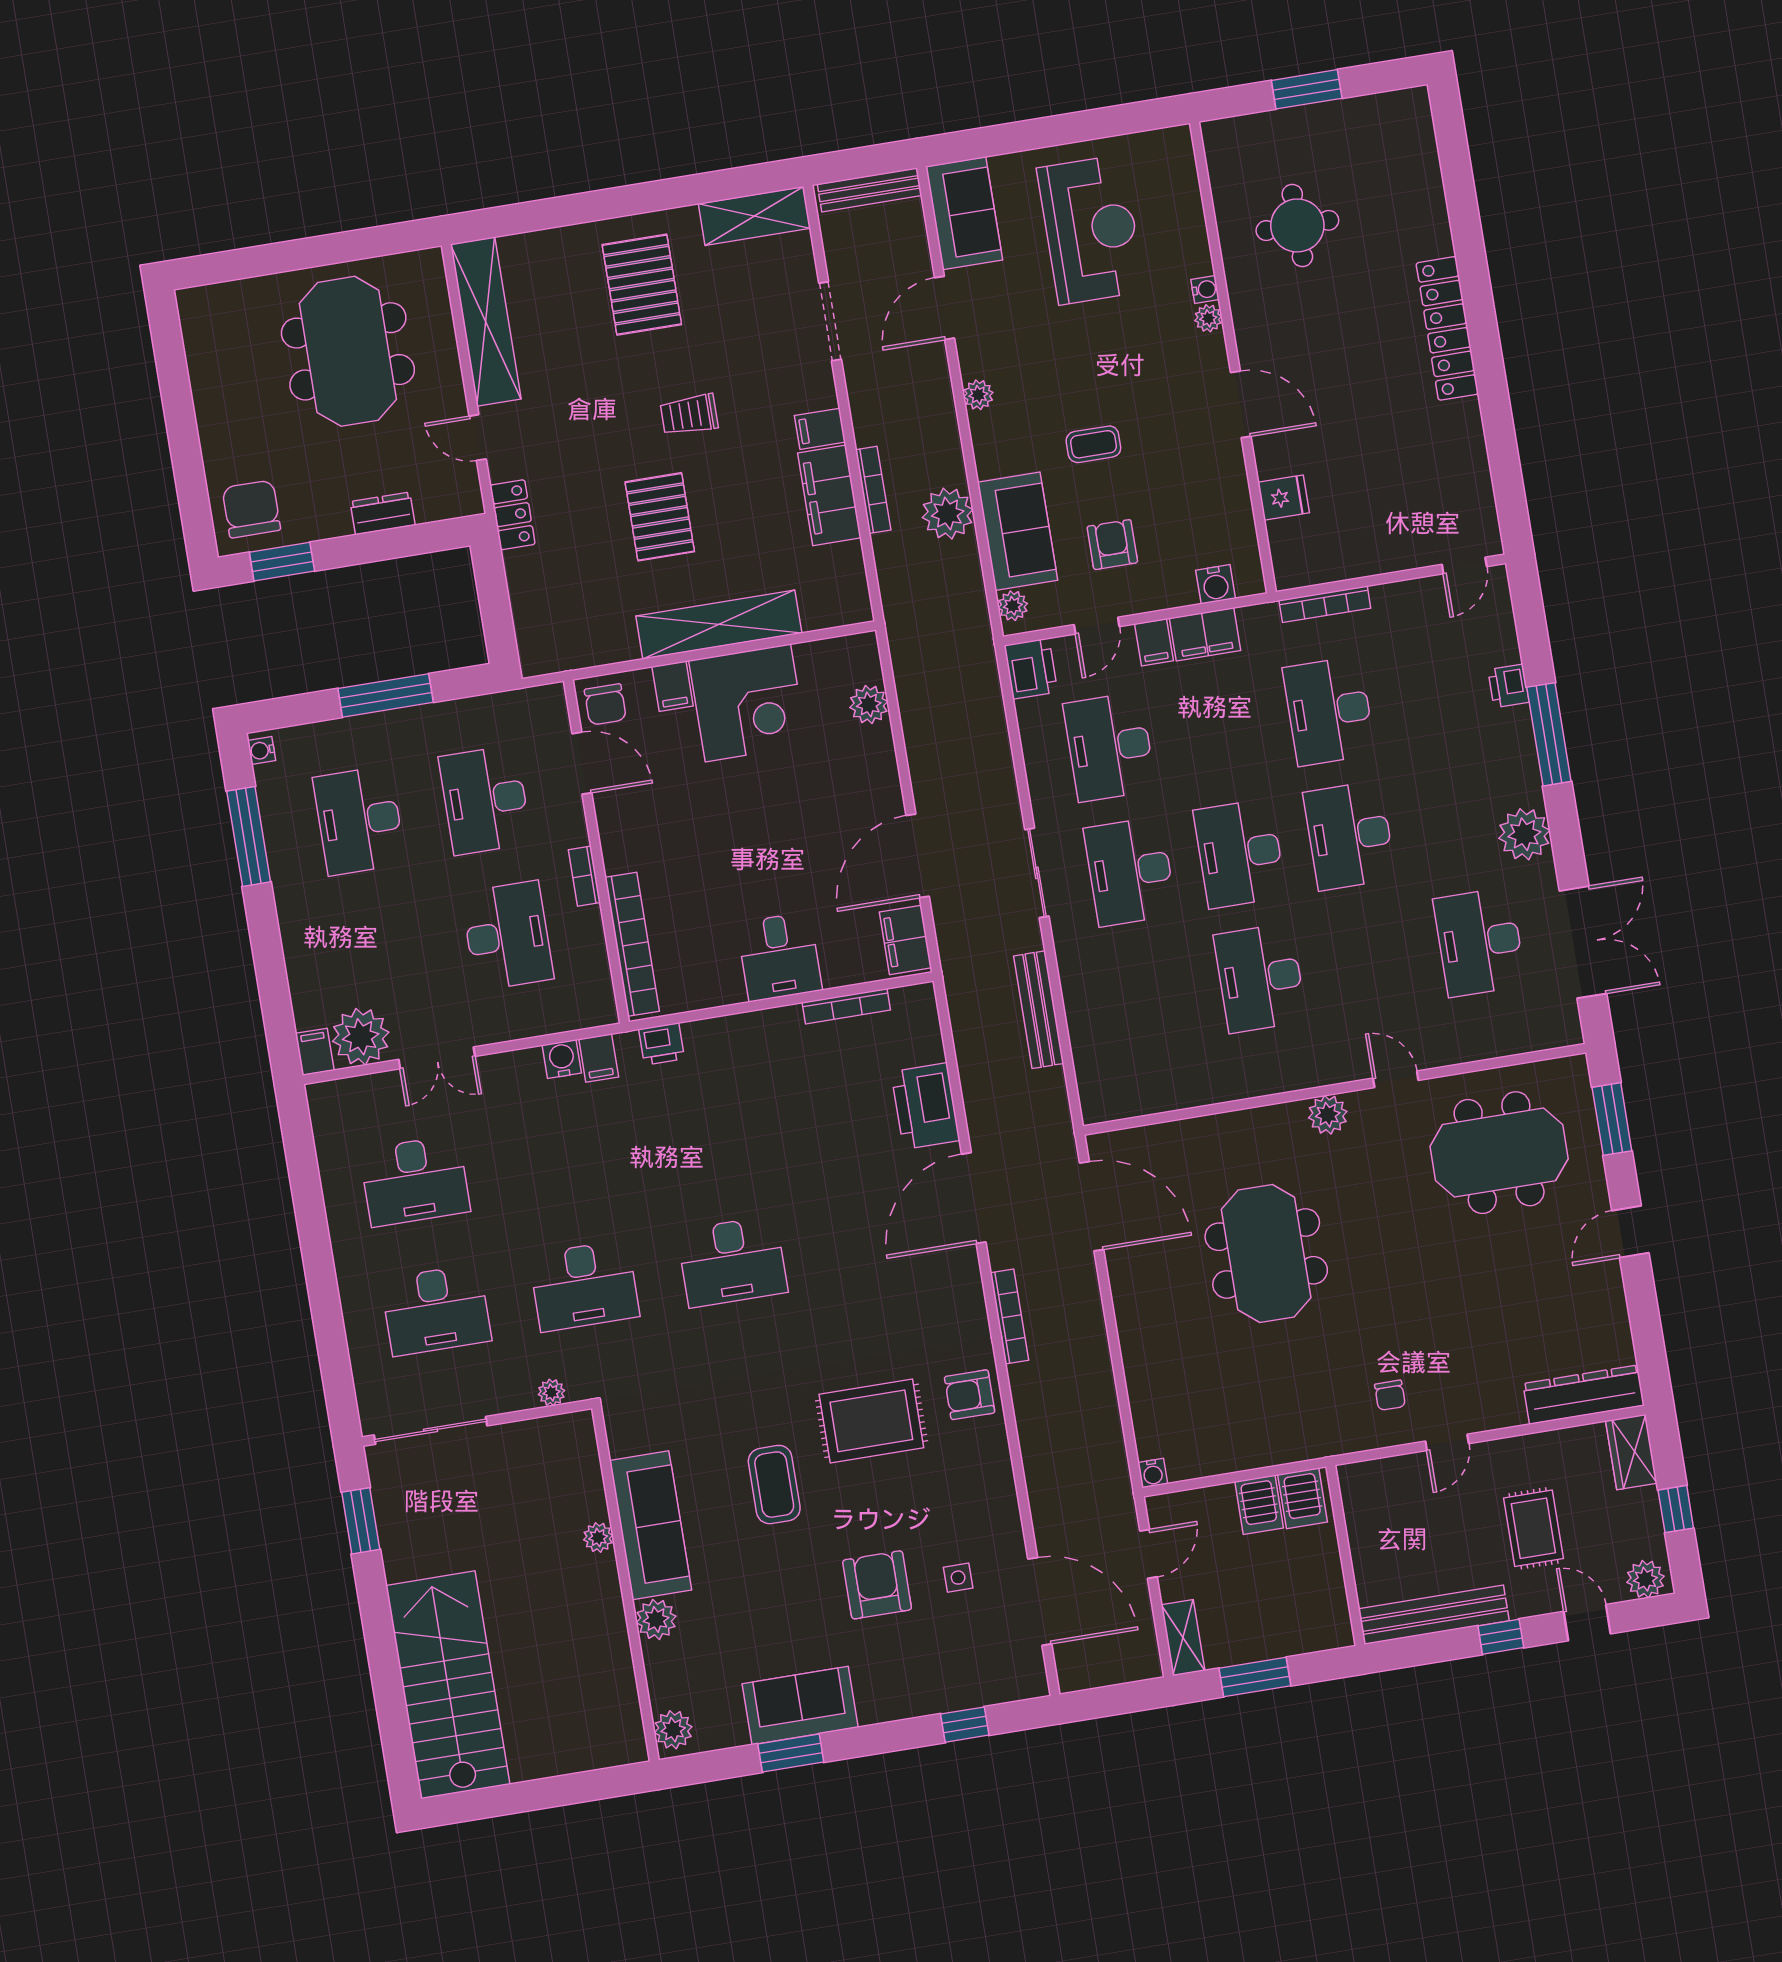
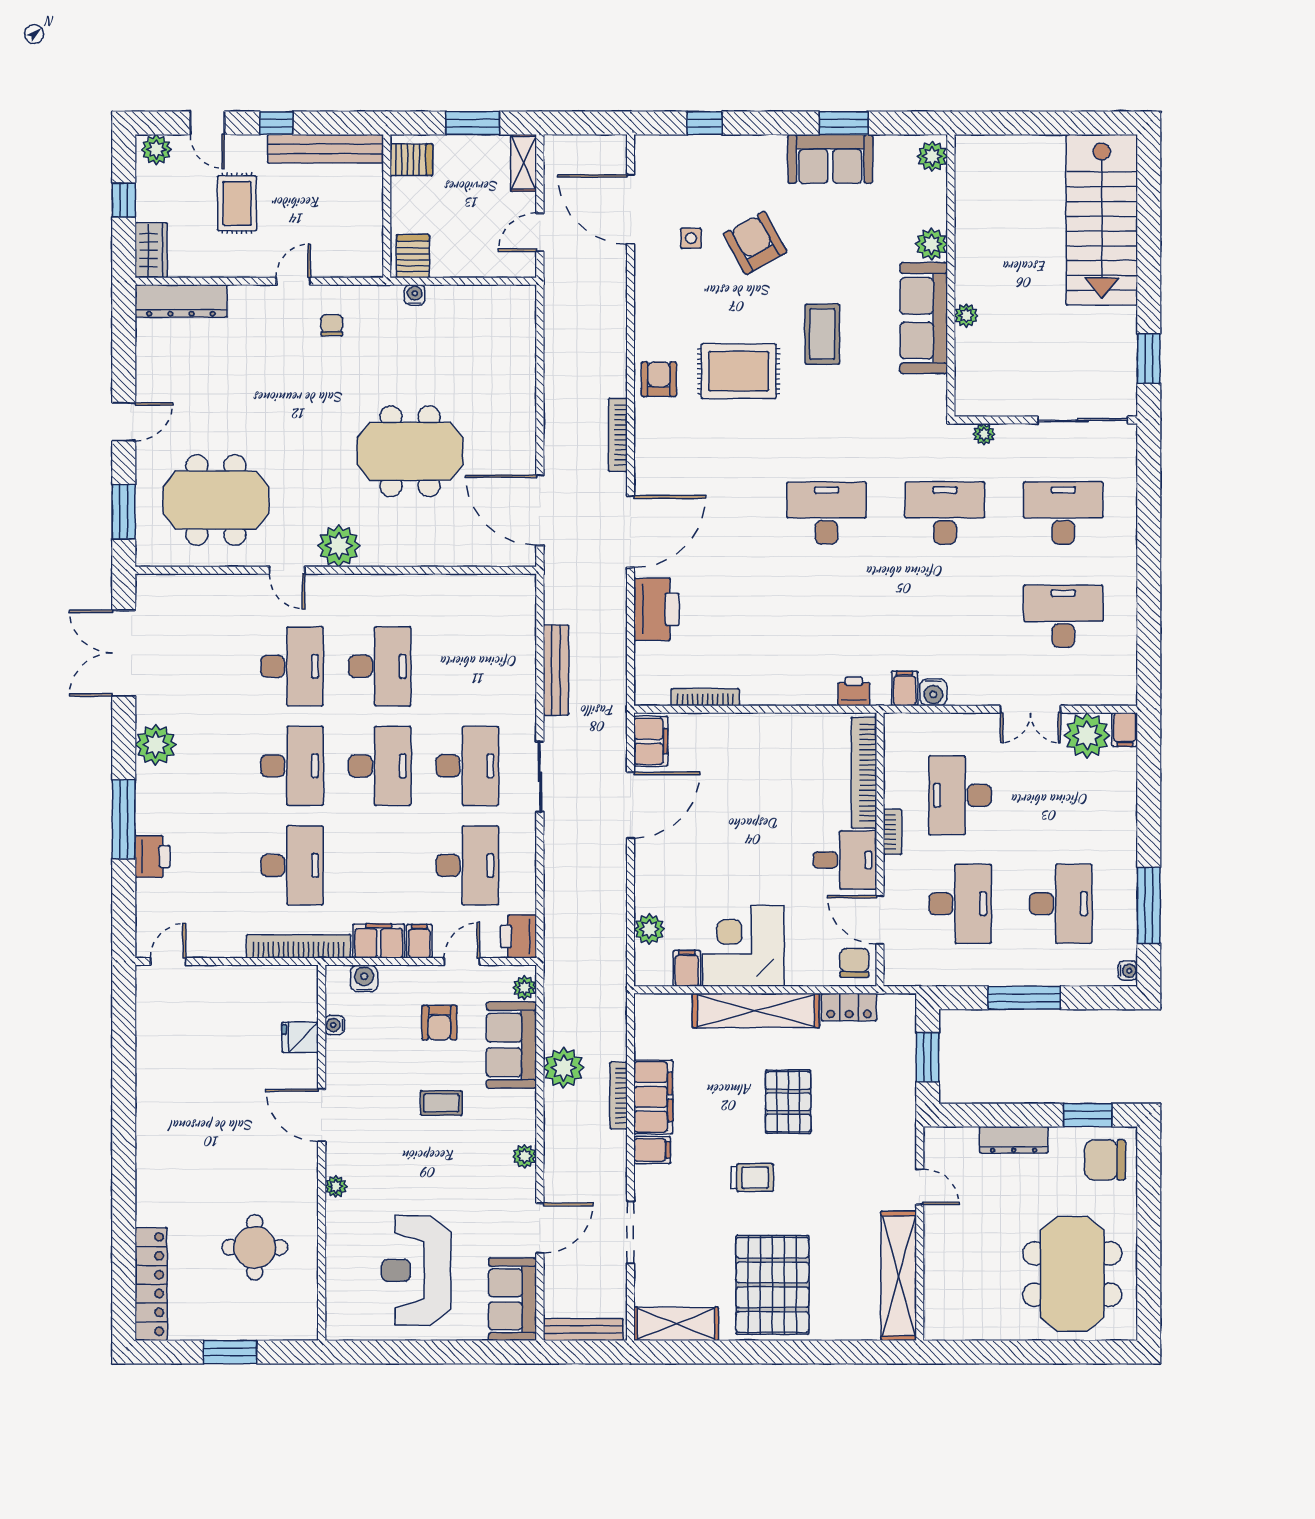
pallet: (642, 285) -> (772, 1285), width x1.37, depth x1.41
water cooler: (1205, 289) -> (335, 1025), moved
locker: (1447, 328) -> (151, 1284), moved
meeting table: (348, 351) -> (1072, 1274), moved
chair: (251, 509) -> (1105, 1160), turned 90
dresser: (383, 513) -> (1014, 1140), width x1.44
locker: (512, 515) -> (849, 1007), moved, turned -90
window: (494, 601) -> (928, 1057), added
bookcase: (1325, 604) -> (299, 946), width x1.48, depth x1.31
filing cabinet: (673, 686) -> (687, 968), moved
printer: (1508, 686) -> (152, 856), width x1.36, depth x1.24
desk: (1480, 942) -> (292, 666), moved
desk: (779, 957) -> (845, 860), moved, turned 90
double door: (437, 1058) -> (1031, 709), swing flipped
plant: (1328, 1115) -> (339, 546), width x1.36, depth x1.36
meeting table: (1266, 1253) -> (410, 451), turned 90
armchair: (970, 1395) -> (659, 379), turned -90
water cooler: (1153, 1473) -> (415, 295), moved
server rack: (1259, 1505) -> (411, 160), moved, turned 90
armchair: (877, 1585) -> (755, 243), turned 151

